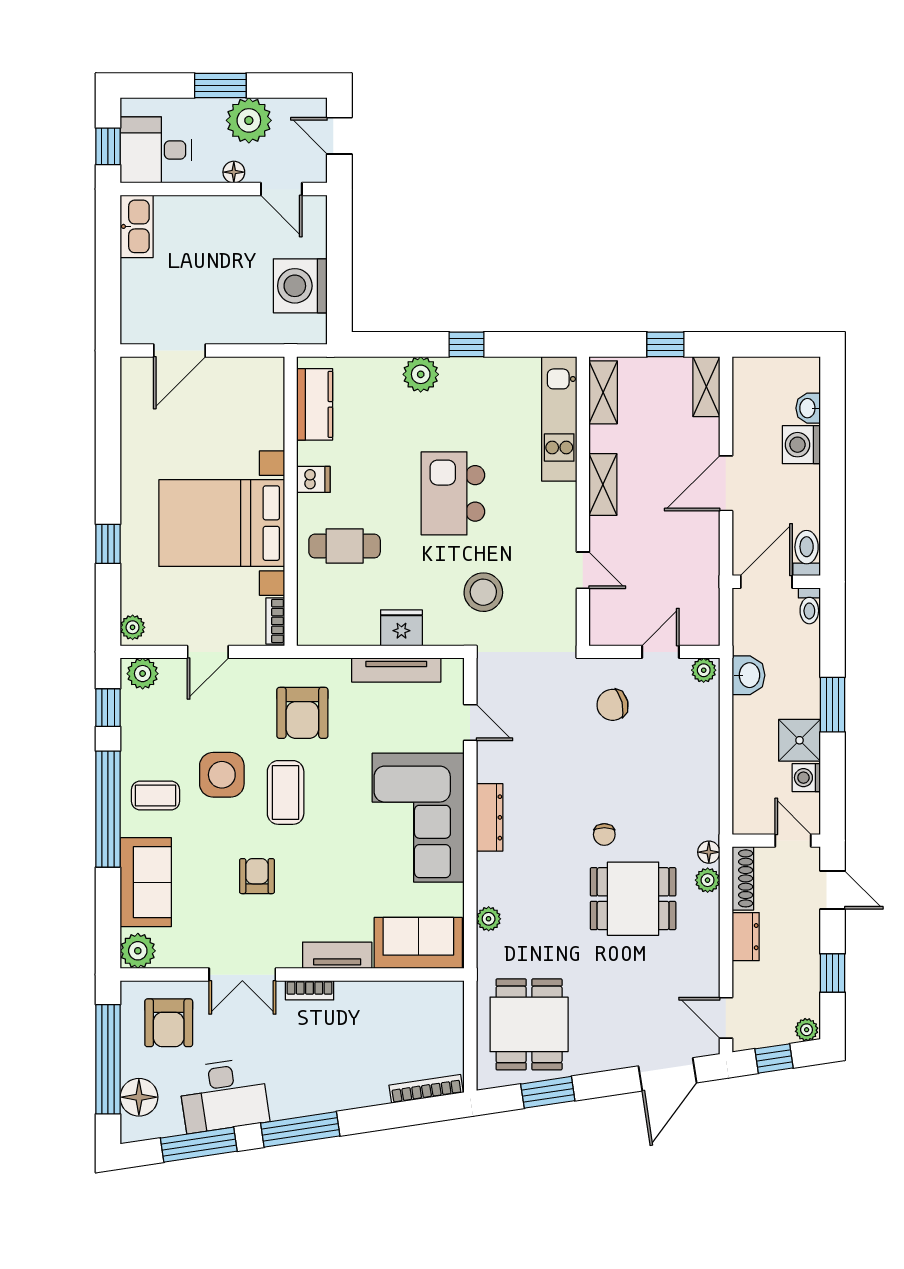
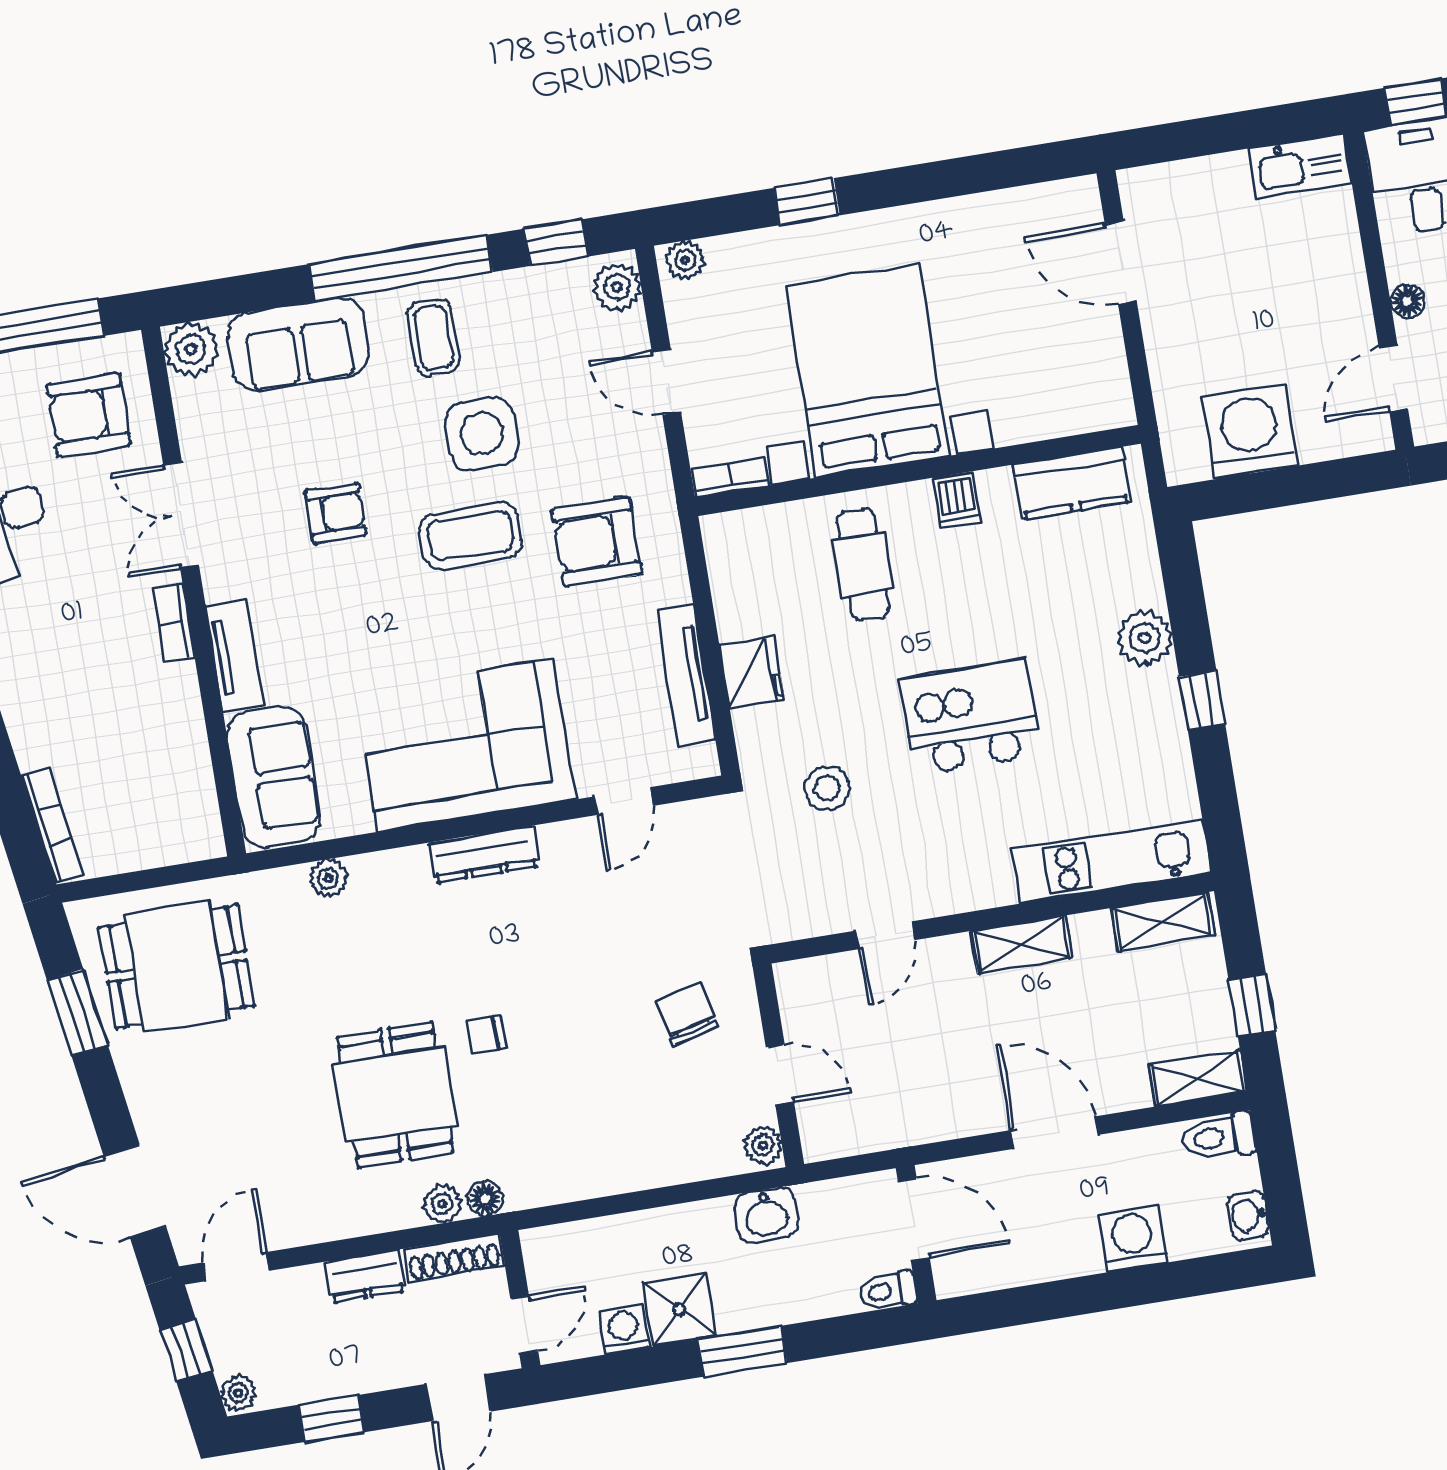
washbasin: (808, 408) -> (1248, 1215), moved, turned -90
toilet: (807, 553) -> (1219, 1137), moved, turned 180
stool: (483, 592) -> (827, 788), width x0.73, depth x0.73

